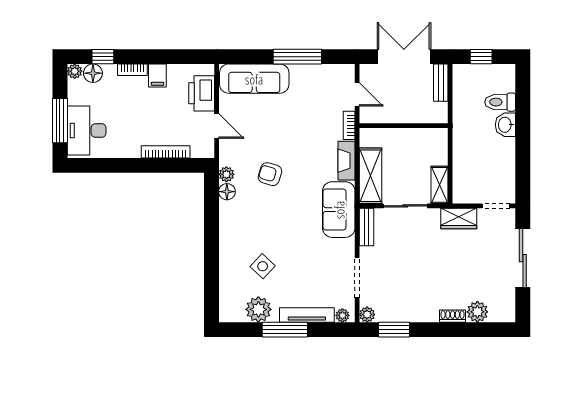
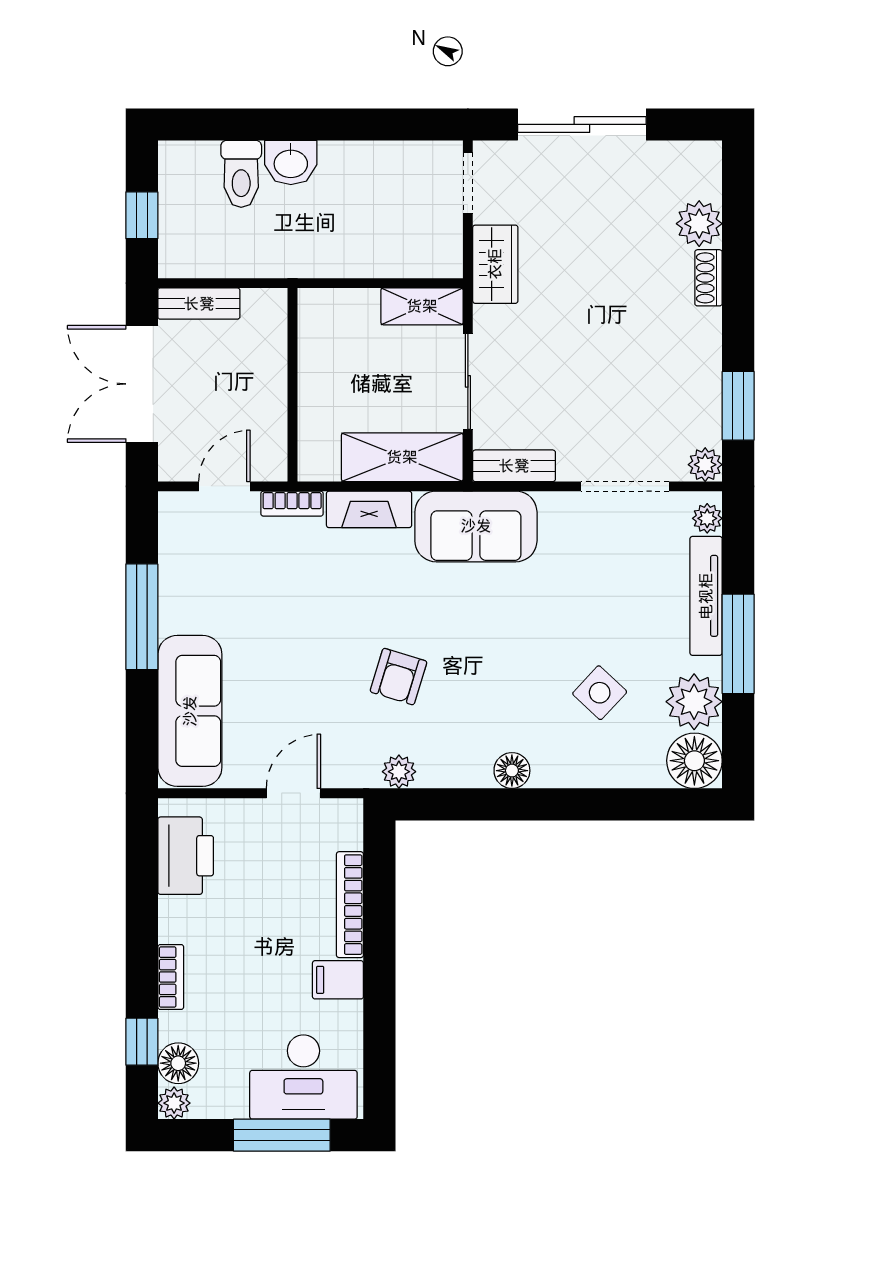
filing cabinet: (157, 76) -> (338, 980), moved, turned 180
printer: (202, 93) -> (186, 856), moved, turned -90
floor lamp: (227, 192) -> (512, 771), moved
floor lamp: (231, 310) -> (694, 761), added

